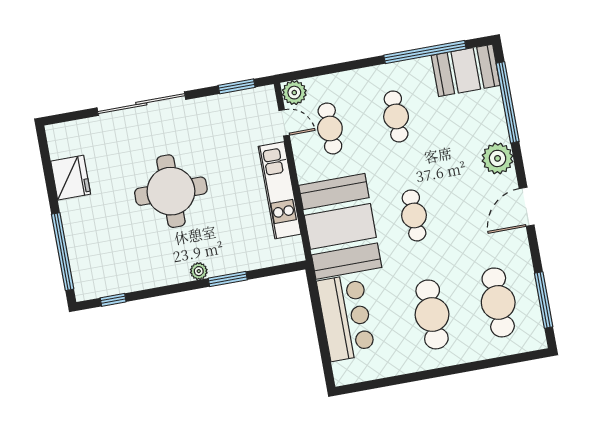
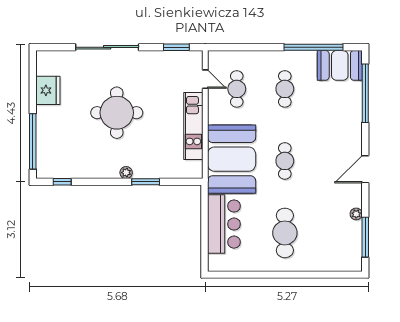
plant: (294, 93) -> (216, 59), removed
plant: (498, 158) -> (356, 214), moved, width x0.53, depth x0.53
cafe table: (498, 302) -> (333, 233), removed

